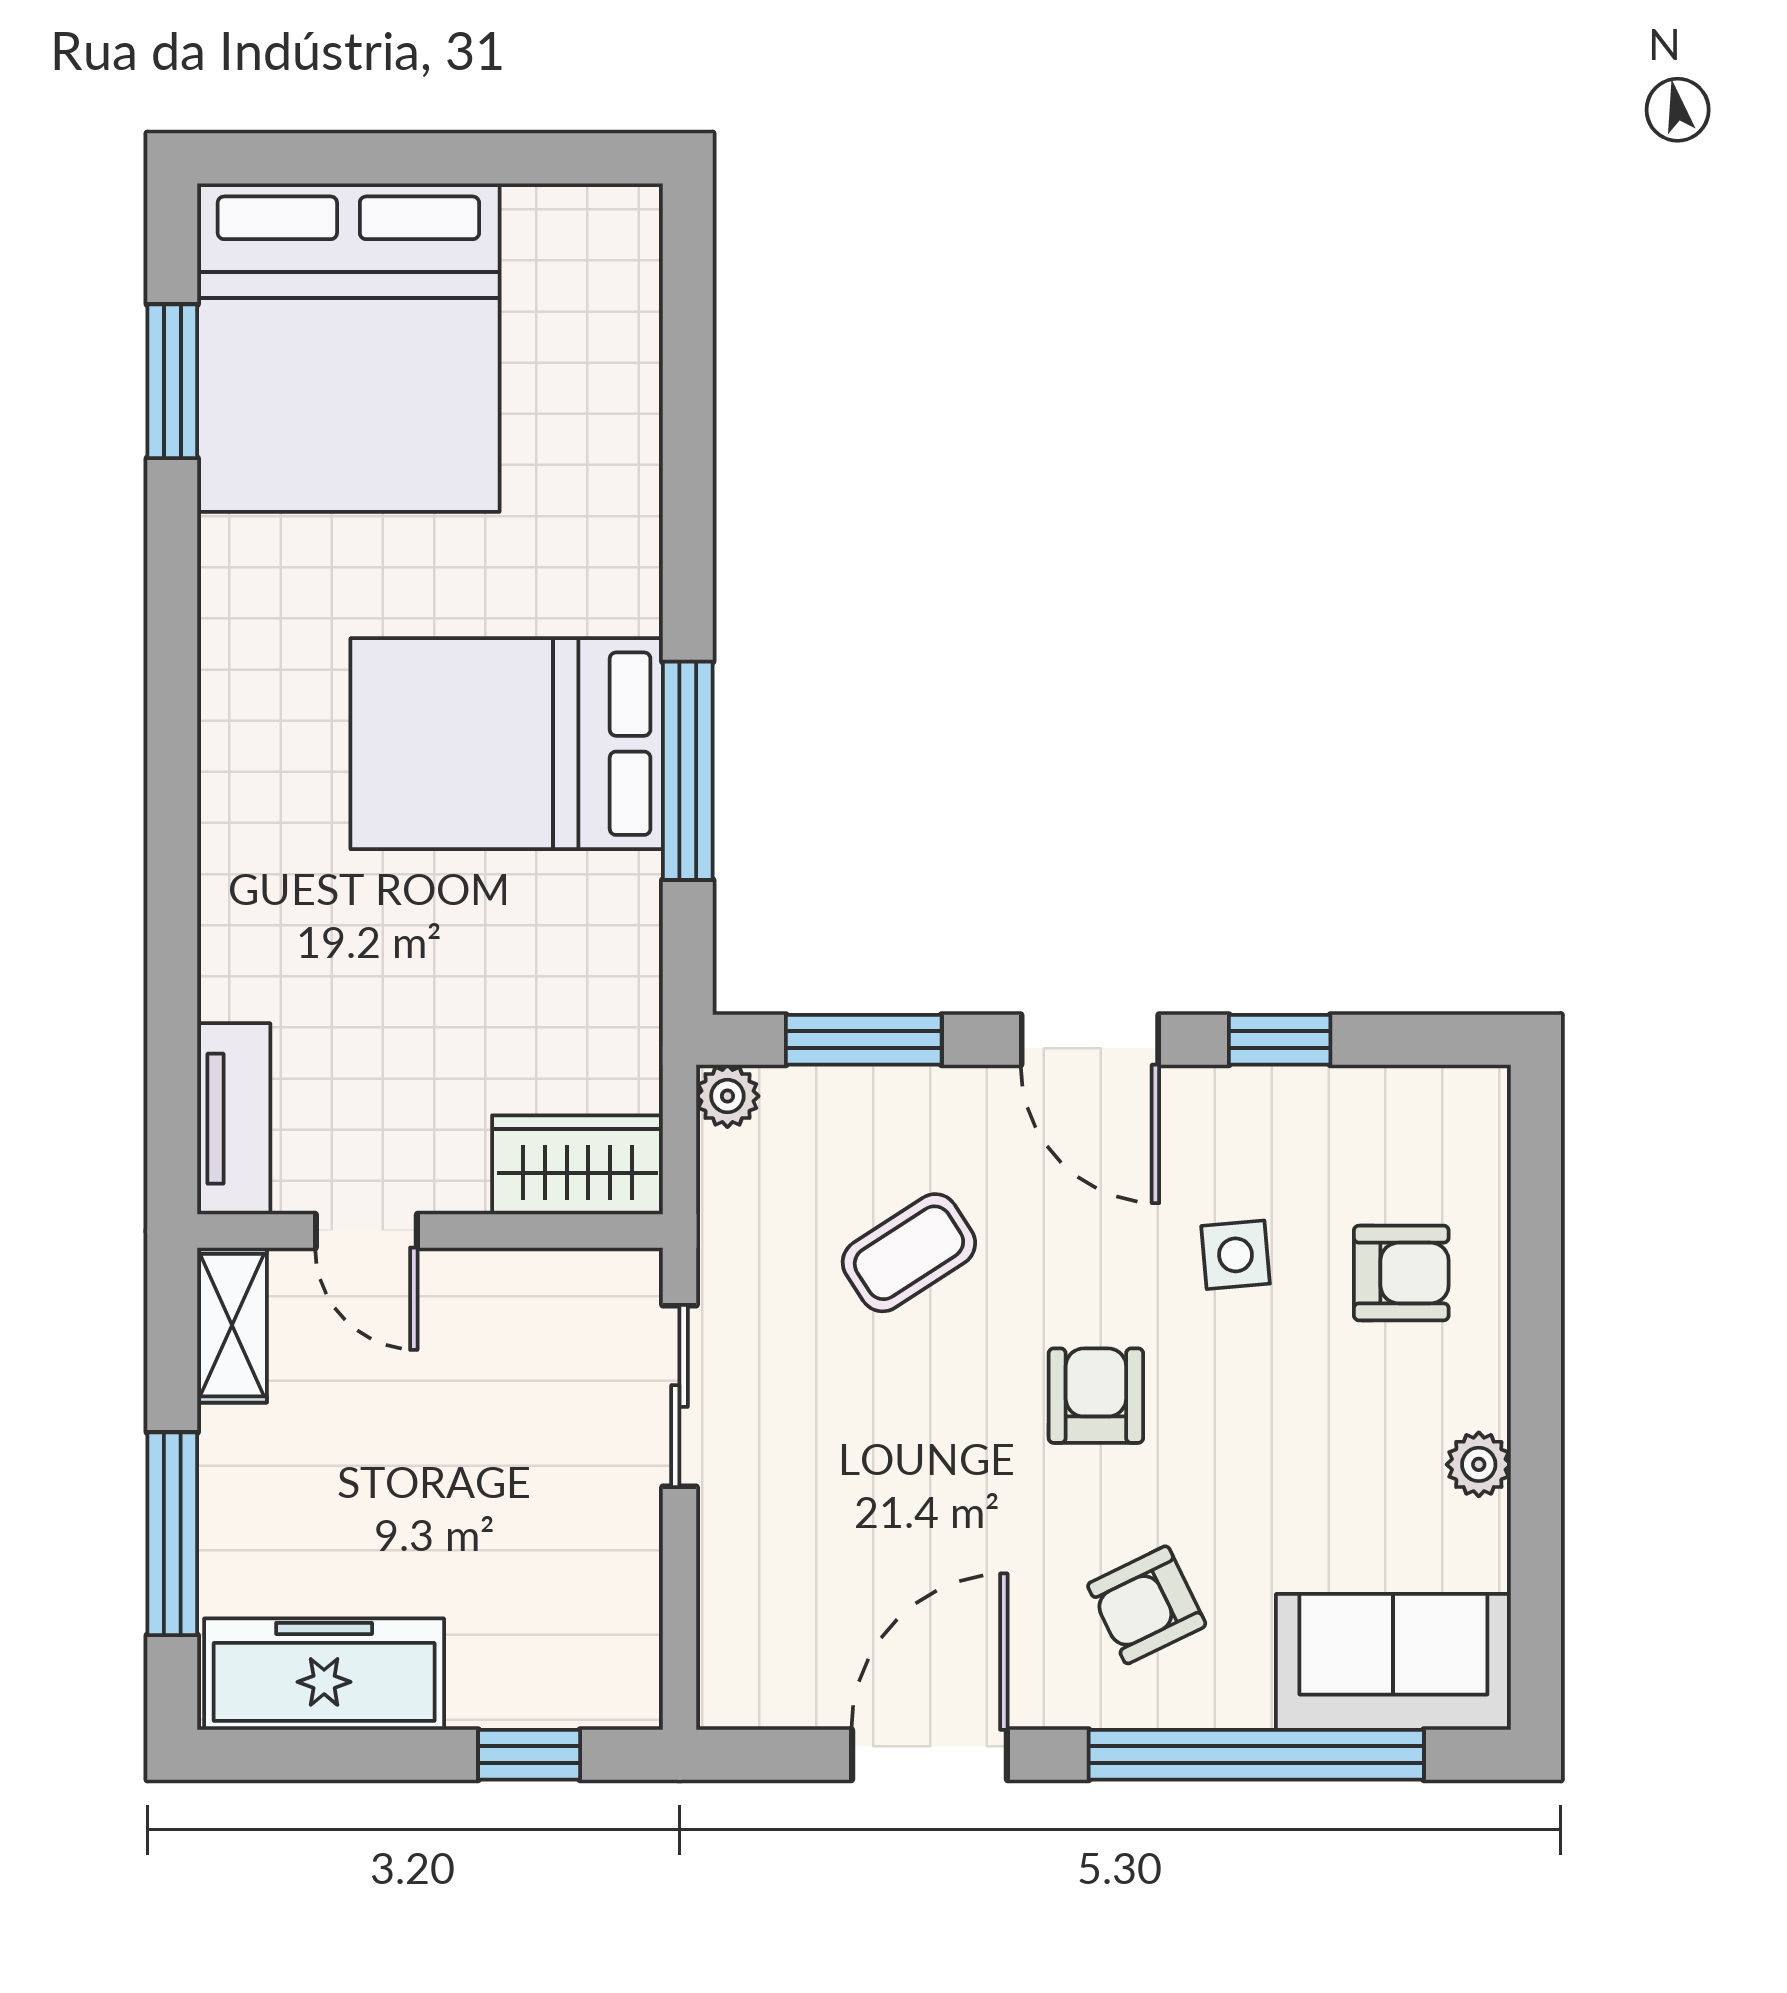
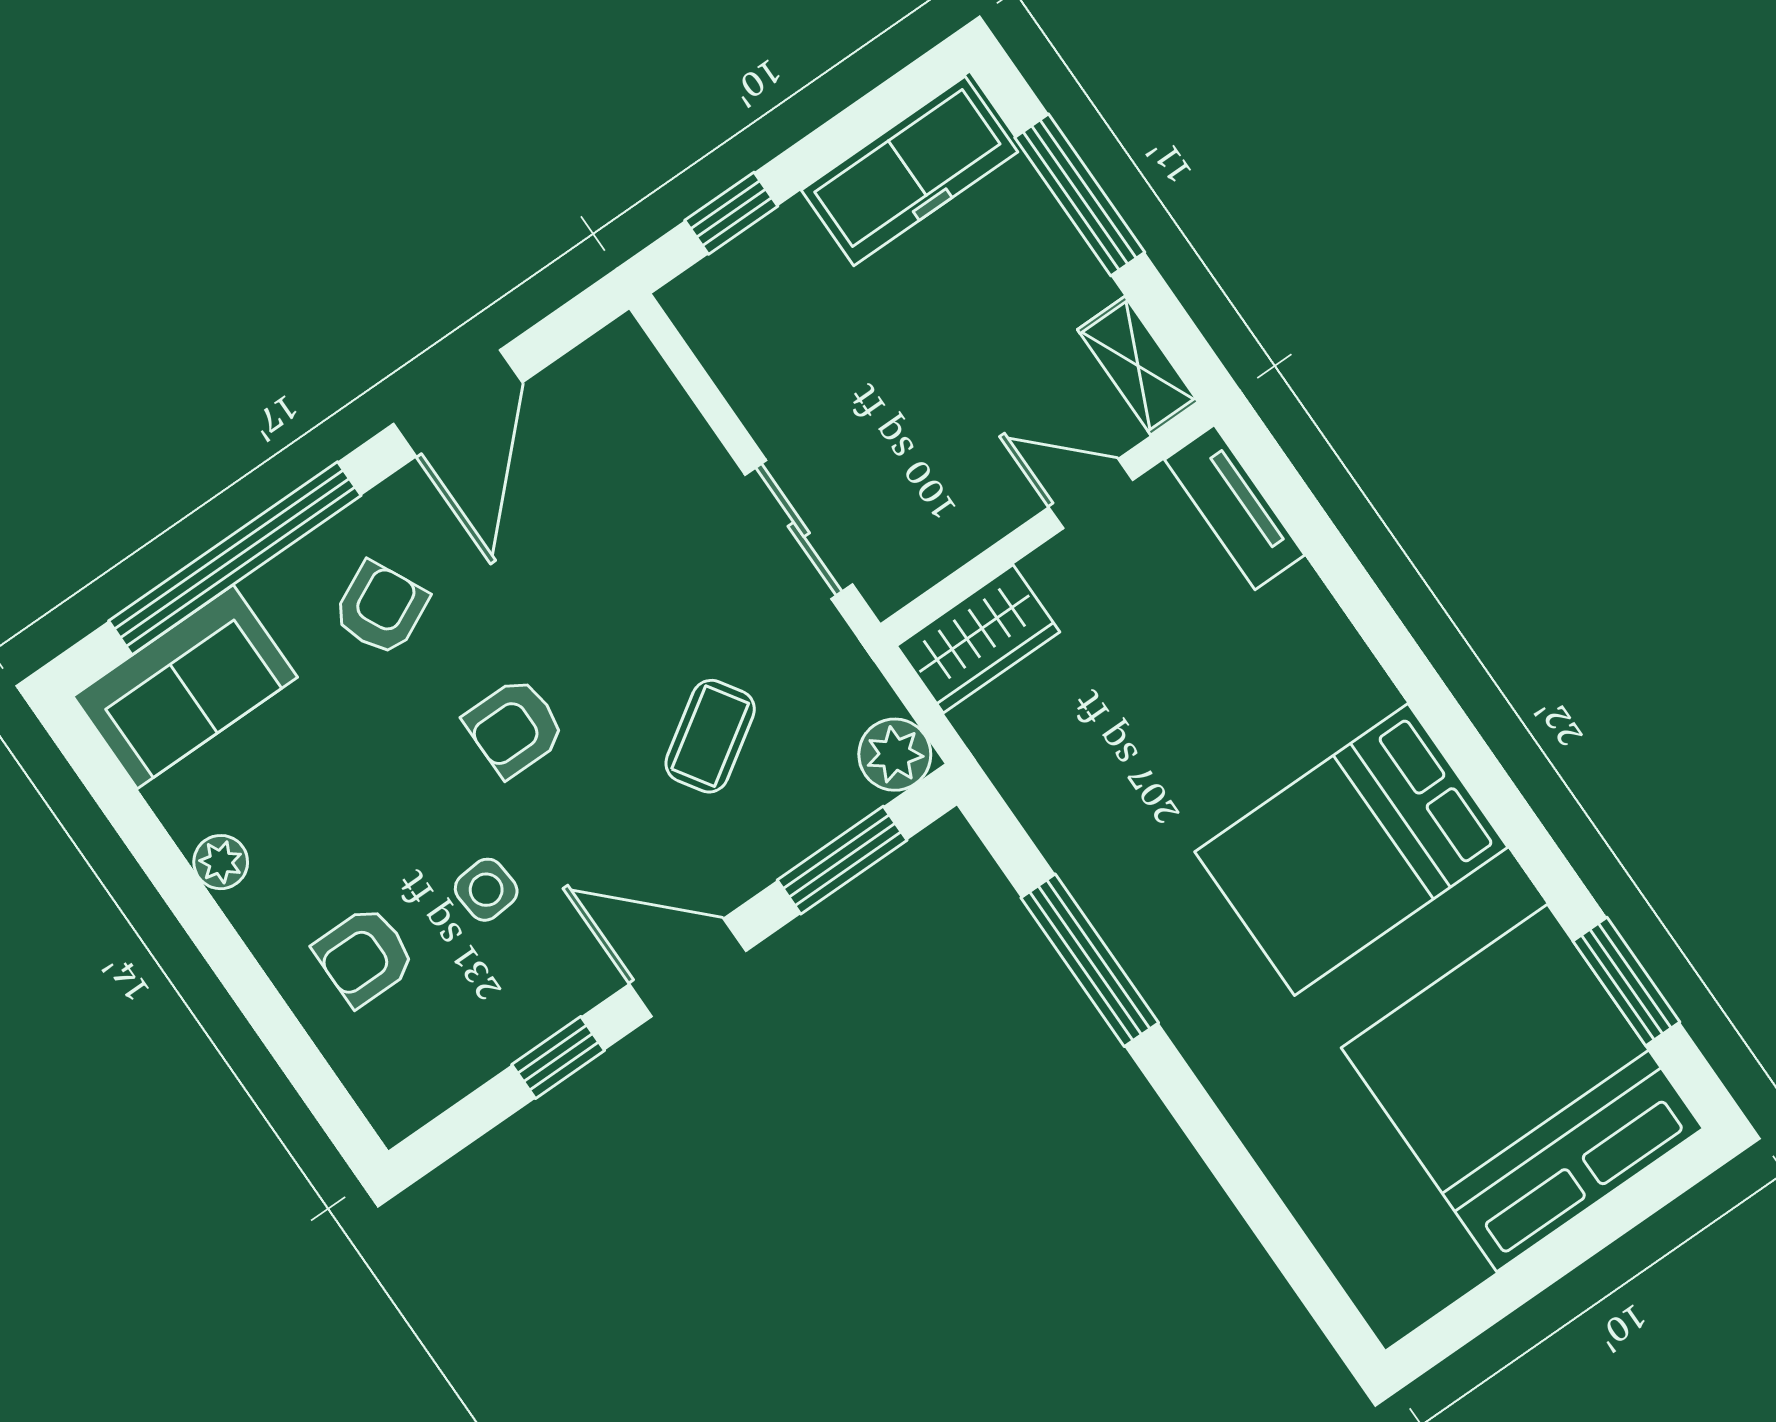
bed: (507, 744) -> (1351, 849), moved, turned 180
plant: (727, 1096) -> (895, 755), width x1.38, depth x1.38
armchair: (1096, 1396) -> (515, 727), turned 90

